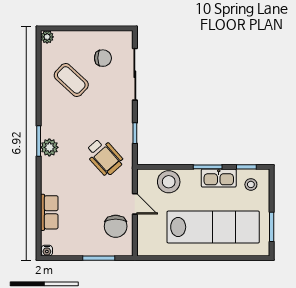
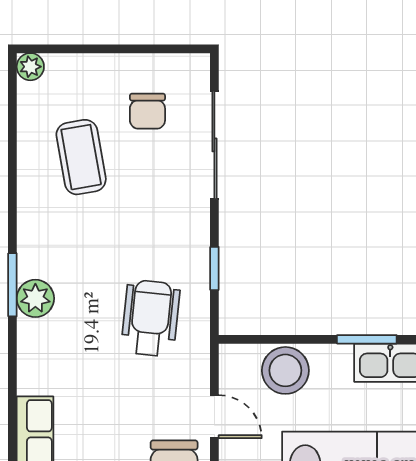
chair: (103, 58) -> (147, 111), turned 90
coffee table: (71, 80) -> (81, 157), turned 37
wheelchair: (104, 157) -> (150, 318), turned -132

